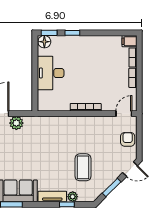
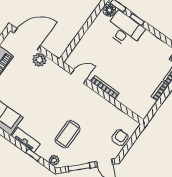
desk: (51, 73) -> (125, 30), moved, turned 90
door: (124, 114) -> (79, 76), moved
plant: (73, 197) -> (54, 160), moved

